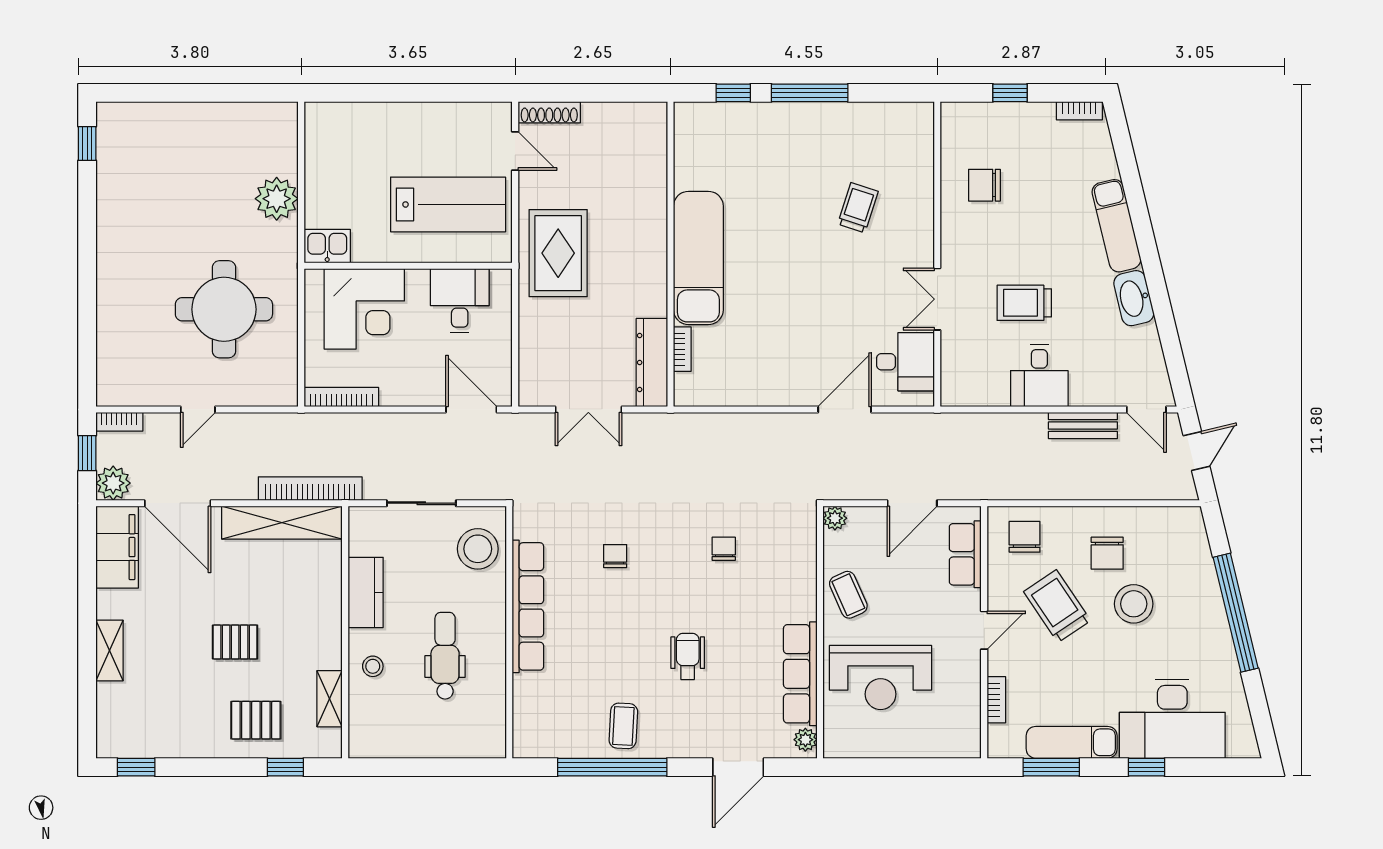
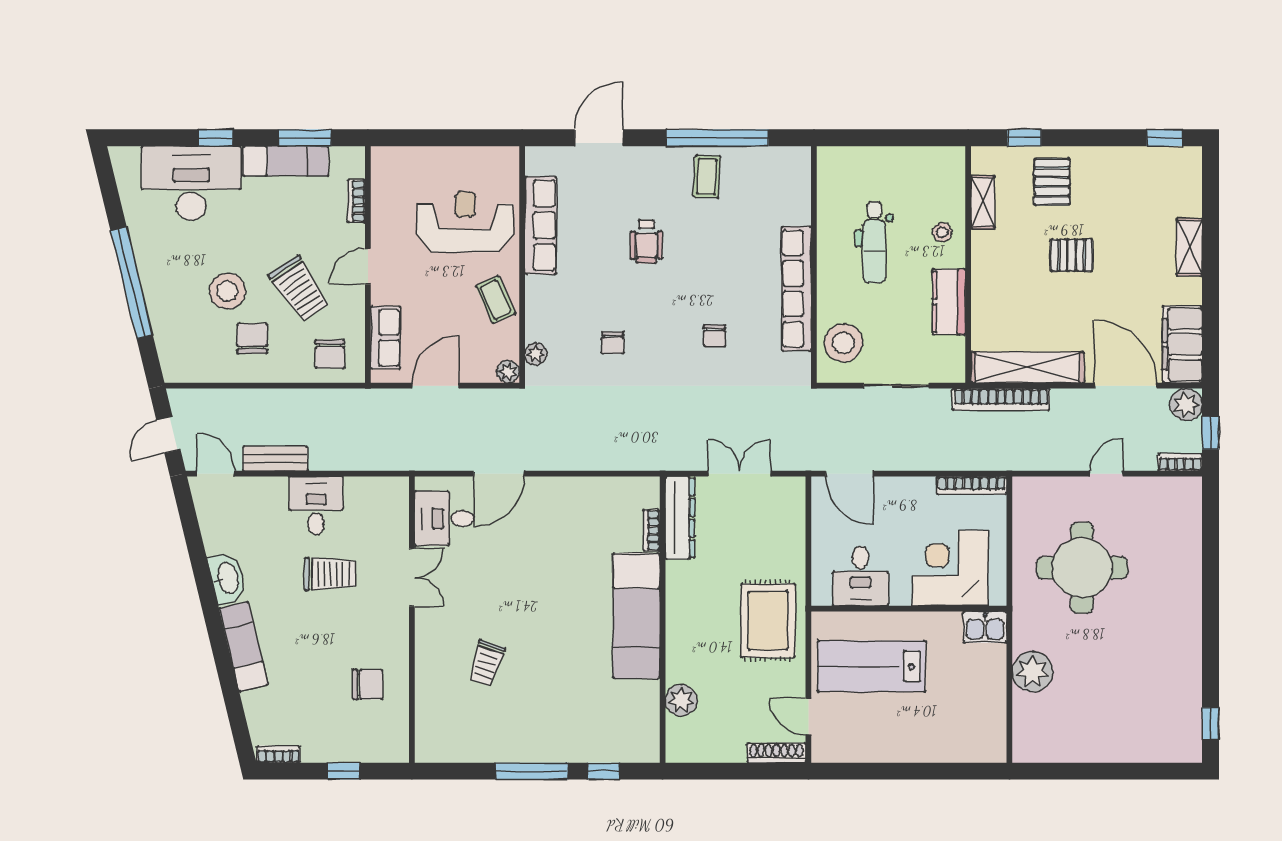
plant: (651, 168) -> (681, 700), added
pallet: (256, 720) -> (1052, 182), turned 90
plant: (805, 740) -> (536, 354), moved

